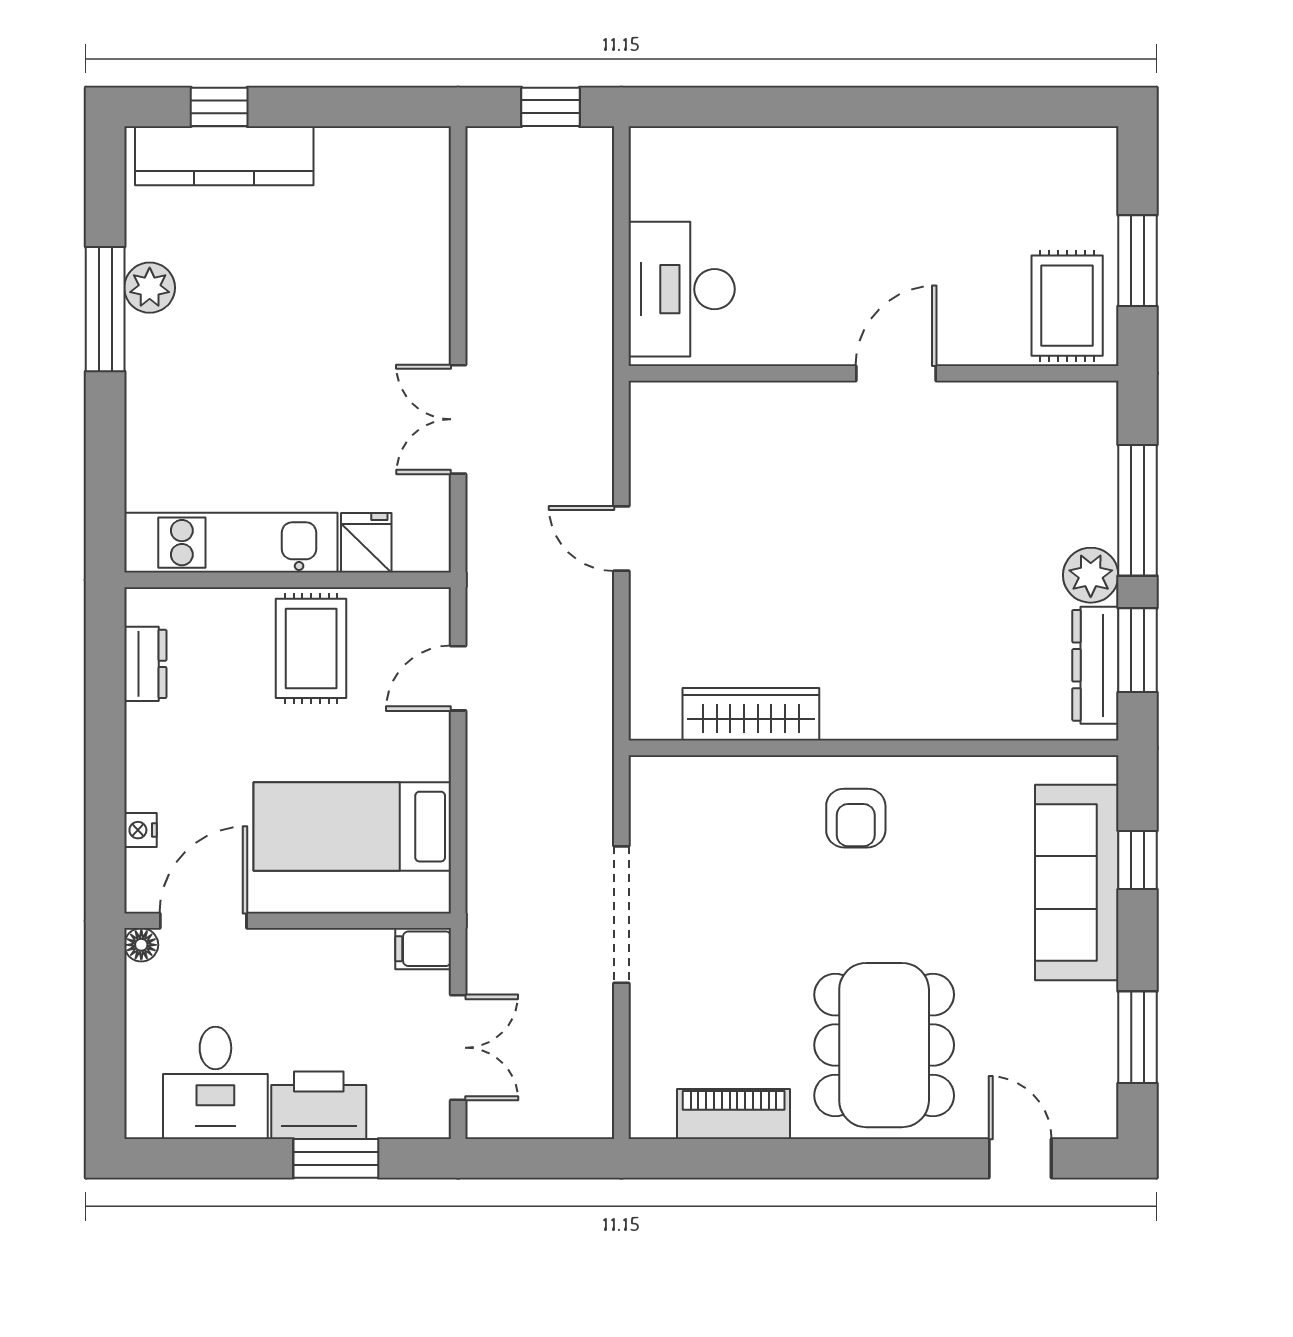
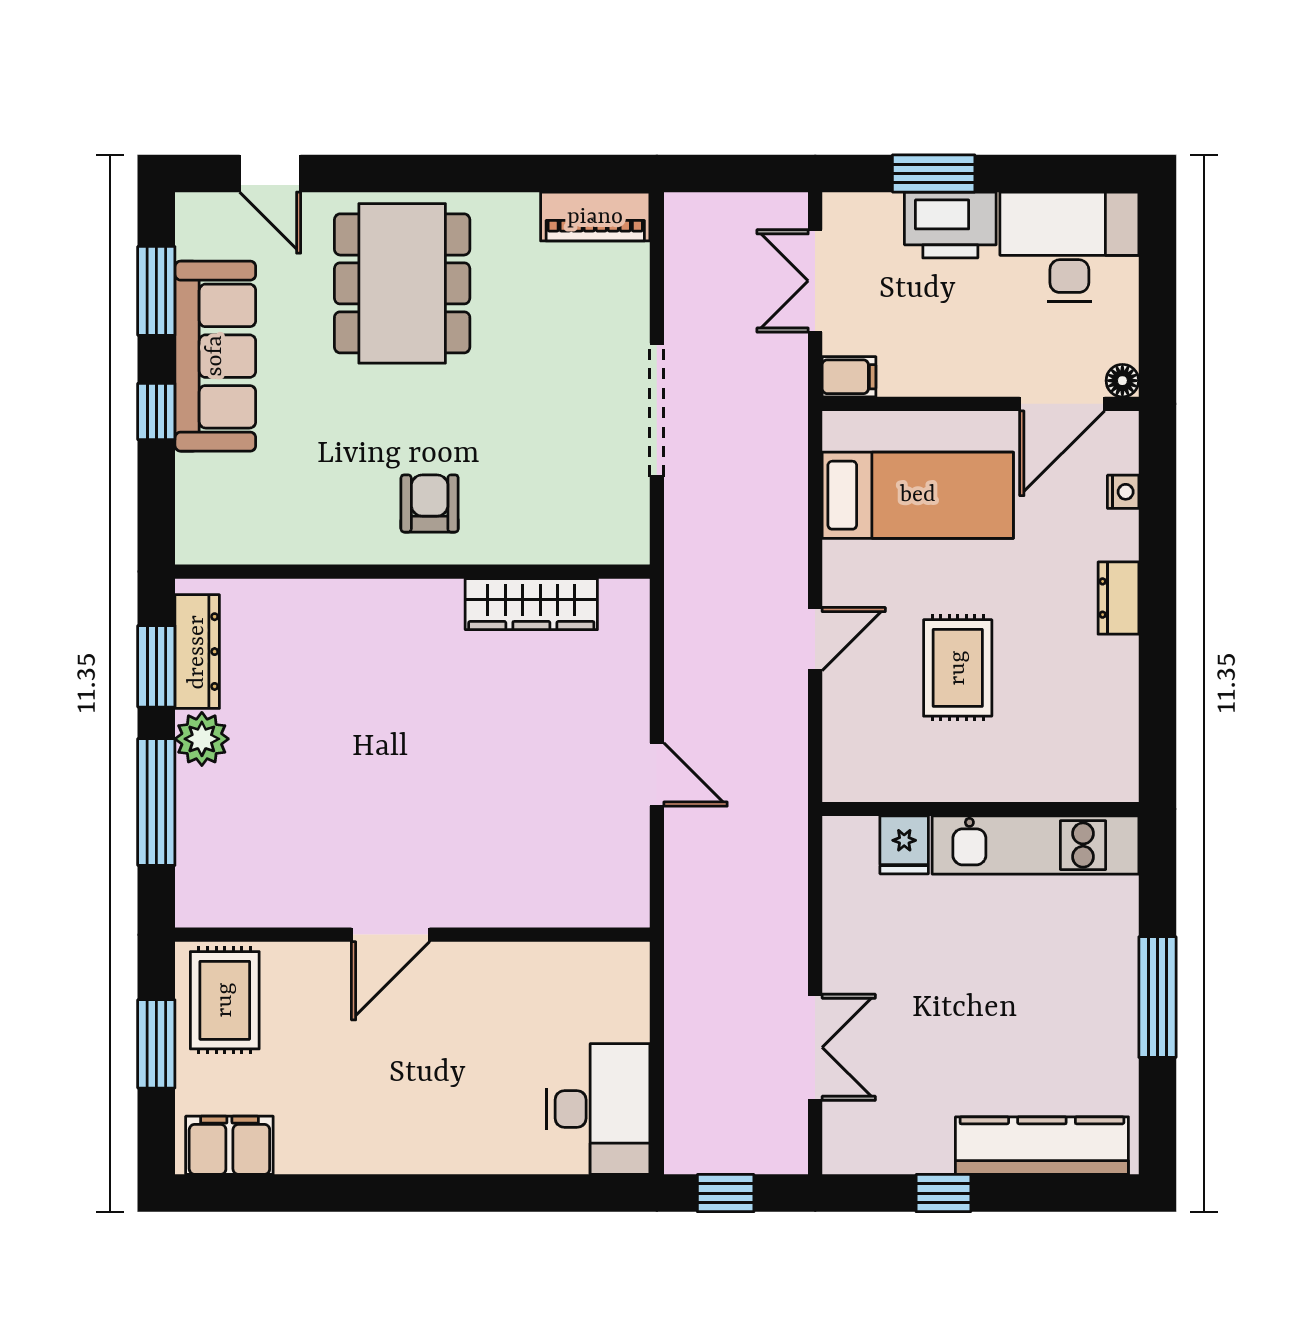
window: (219, 107) -> (943, 1193), moved
filing cabinet: (1062, 156) -> (229, 1145), added
plant: (150, 288) -> (1114, 1018), removed
desk: (682, 289) -> (598, 1109), moved
double door: (458, 419) -> (815, 1047), moved
kitchen unit: (231, 543) -> (1035, 845), moved
fridge: (366, 543) -> (904, 845), moved
wall: (288, 580) -> (980, 809), moved
dresser: (145, 664) -> (1118, 598), moved
window: (1138, 860) -> (156, 411), moved
sofa: (1077, 883) -> (215, 356), moved
desk: (215, 1083) -> (1069, 247), width x1.37
piano: (734, 1114) -> (595, 217), moved

